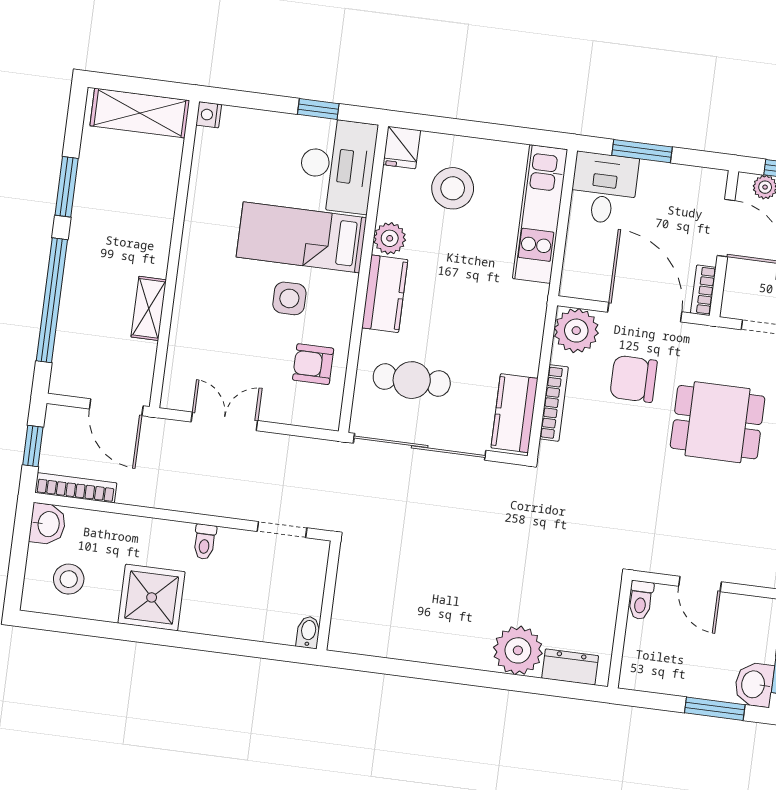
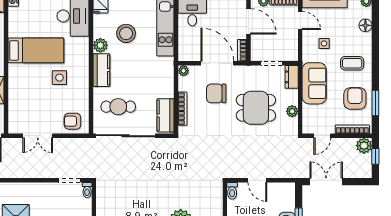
stool: (453, 188) -> (126, 33), moved
bed: (301, 237) -> (36, 50), moved, turned 180
plant: (576, 331) -> (183, 71), width x0.53, depth x0.53
armchair: (313, 364) -> (72, 121), moved
double door: (224, 421) -> (38, 136), swing flipped
toilet: (205, 542) -> (87, 190), moved

